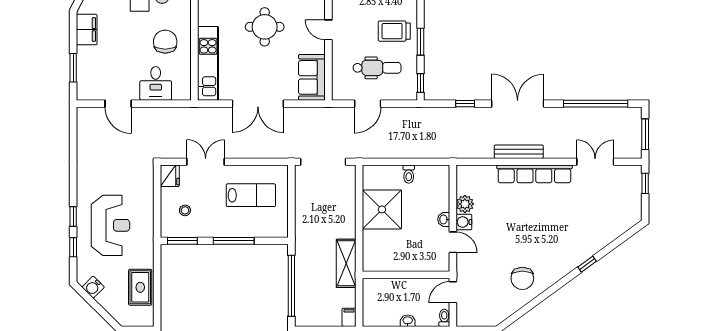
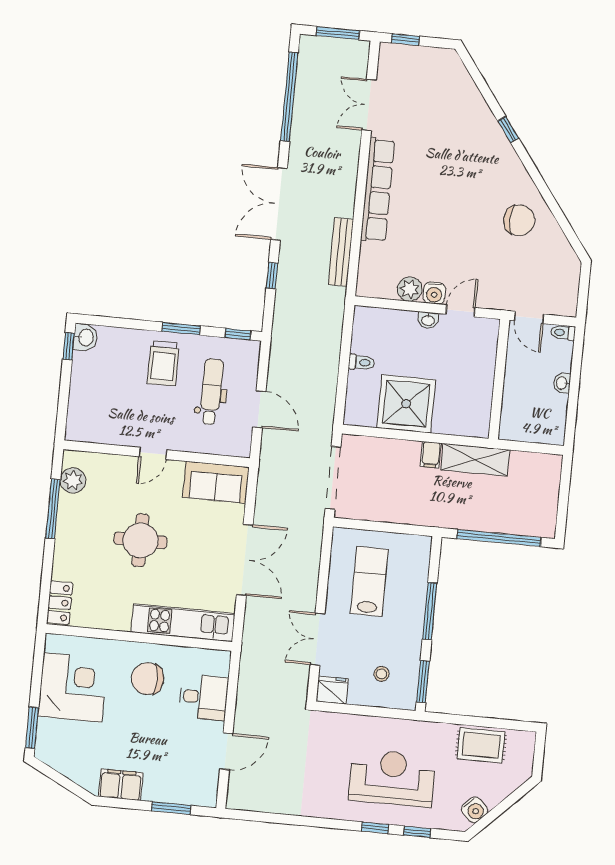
bench: (519, 152) -> (341, 252), moved
filing cabinet: (349, 317) -> (431, 455), moved, turned -90

